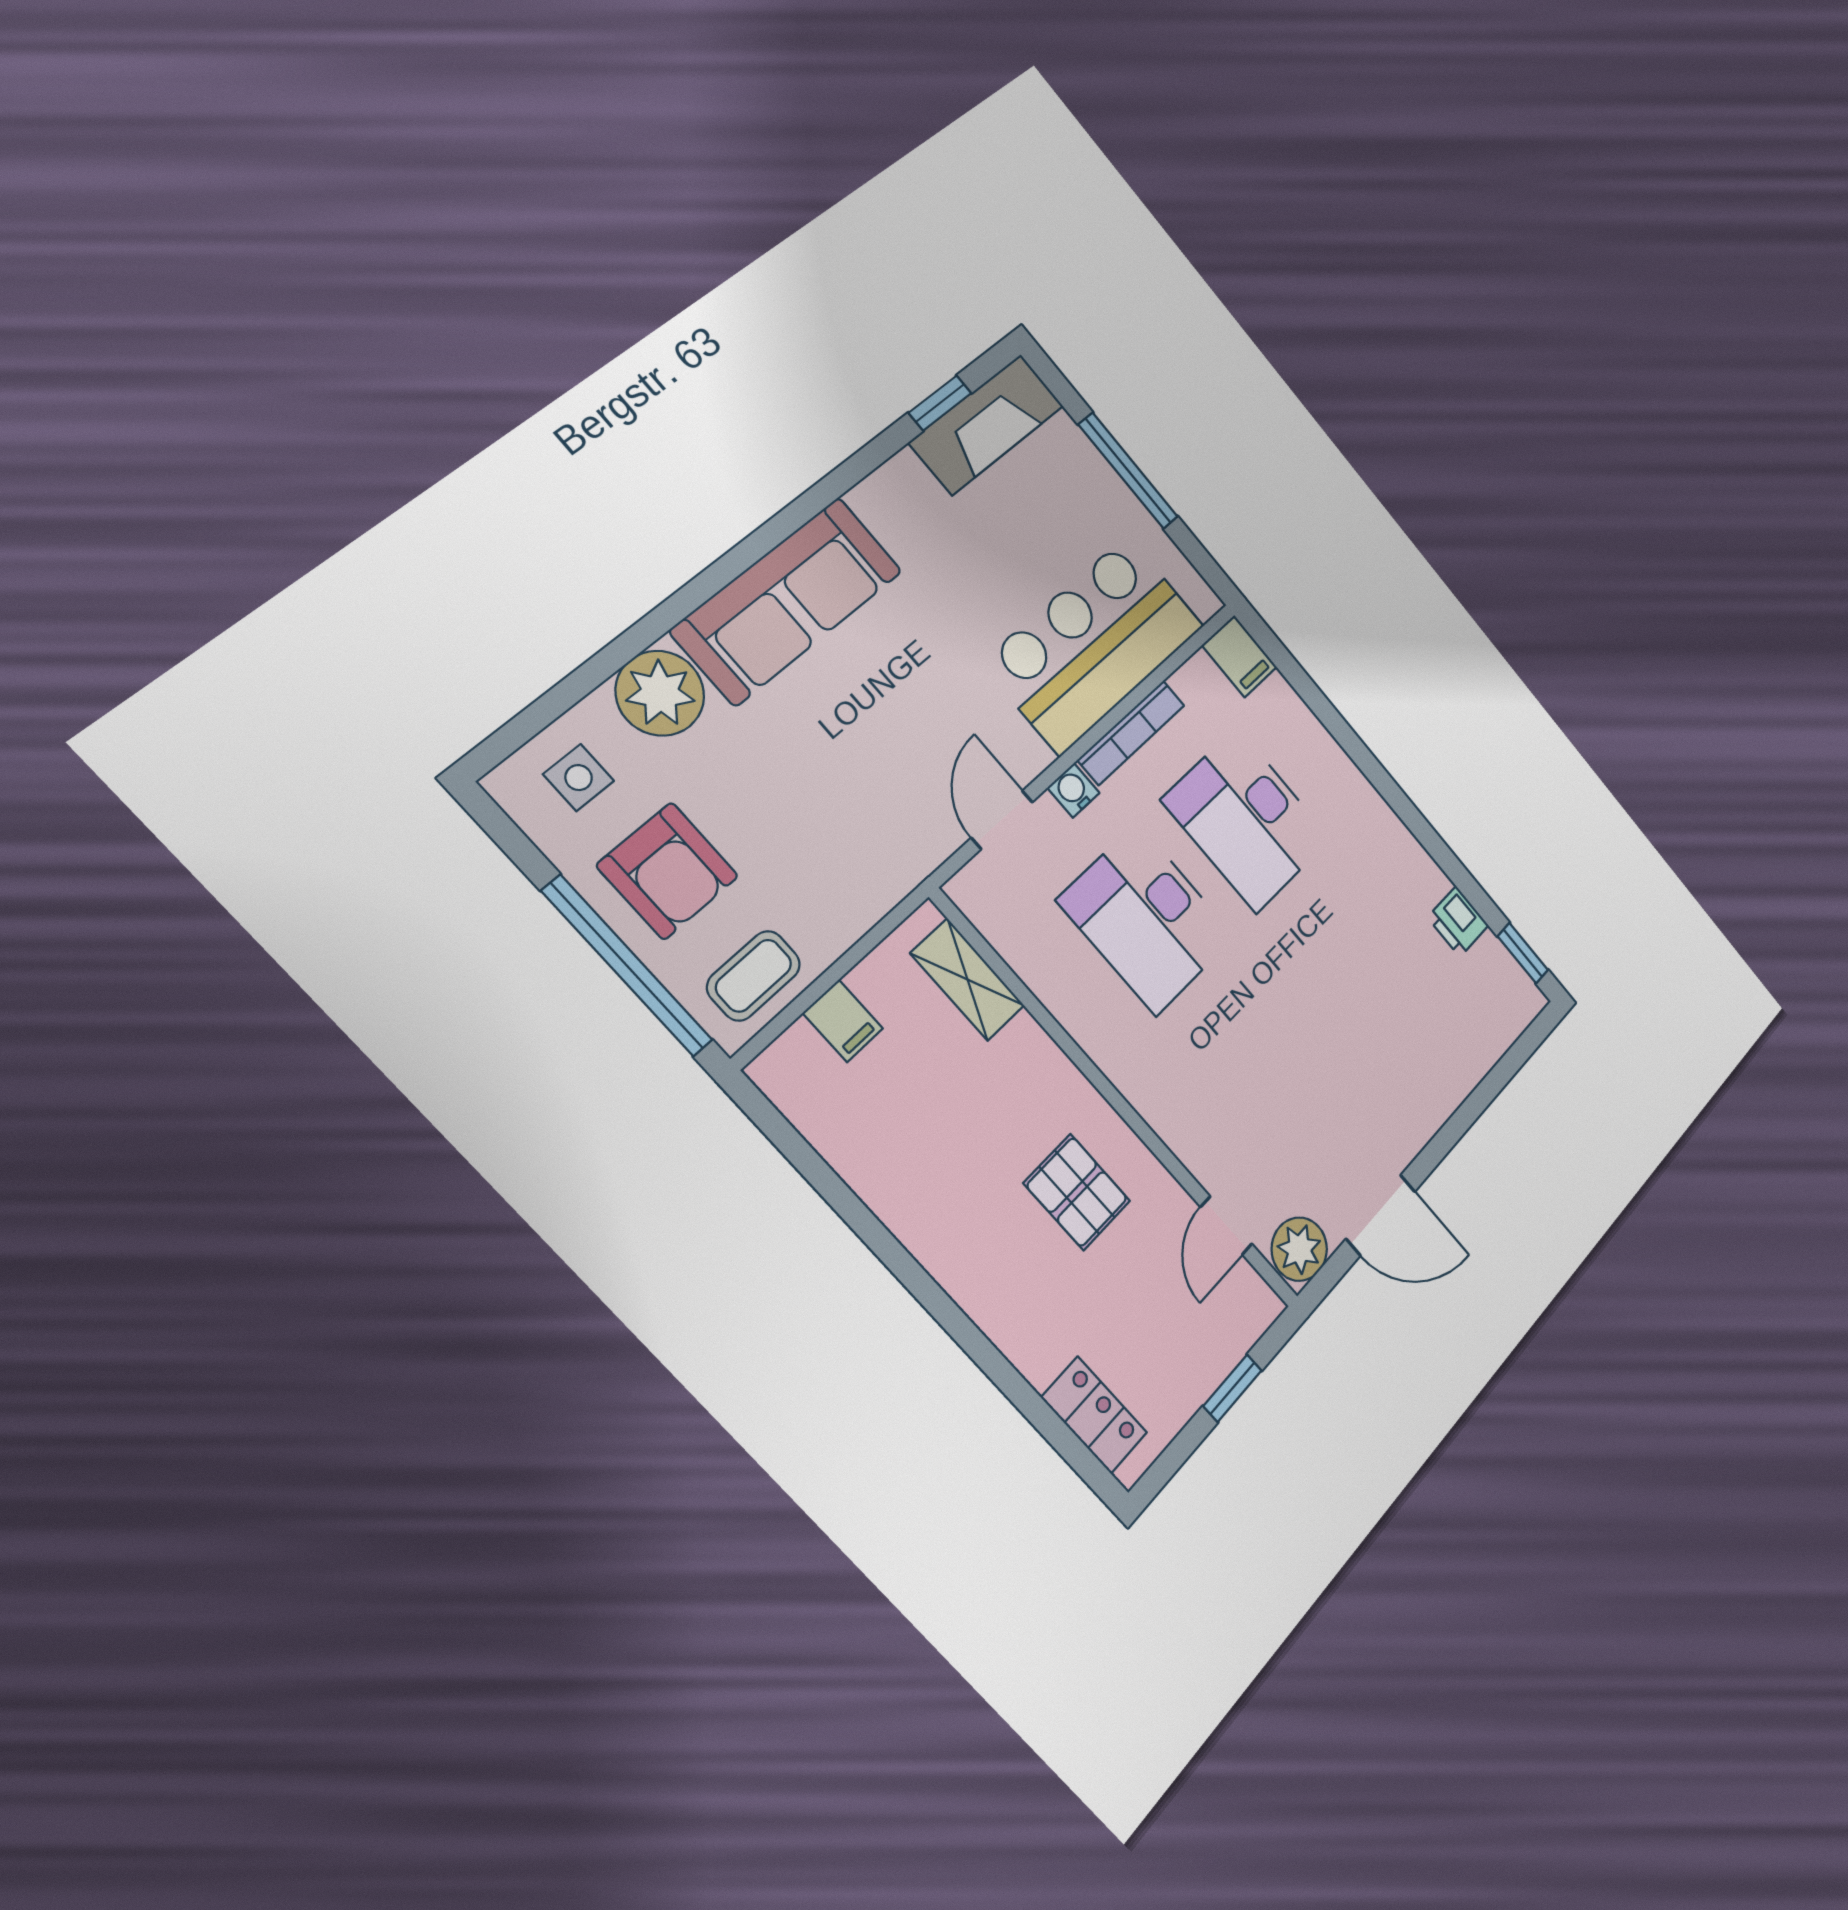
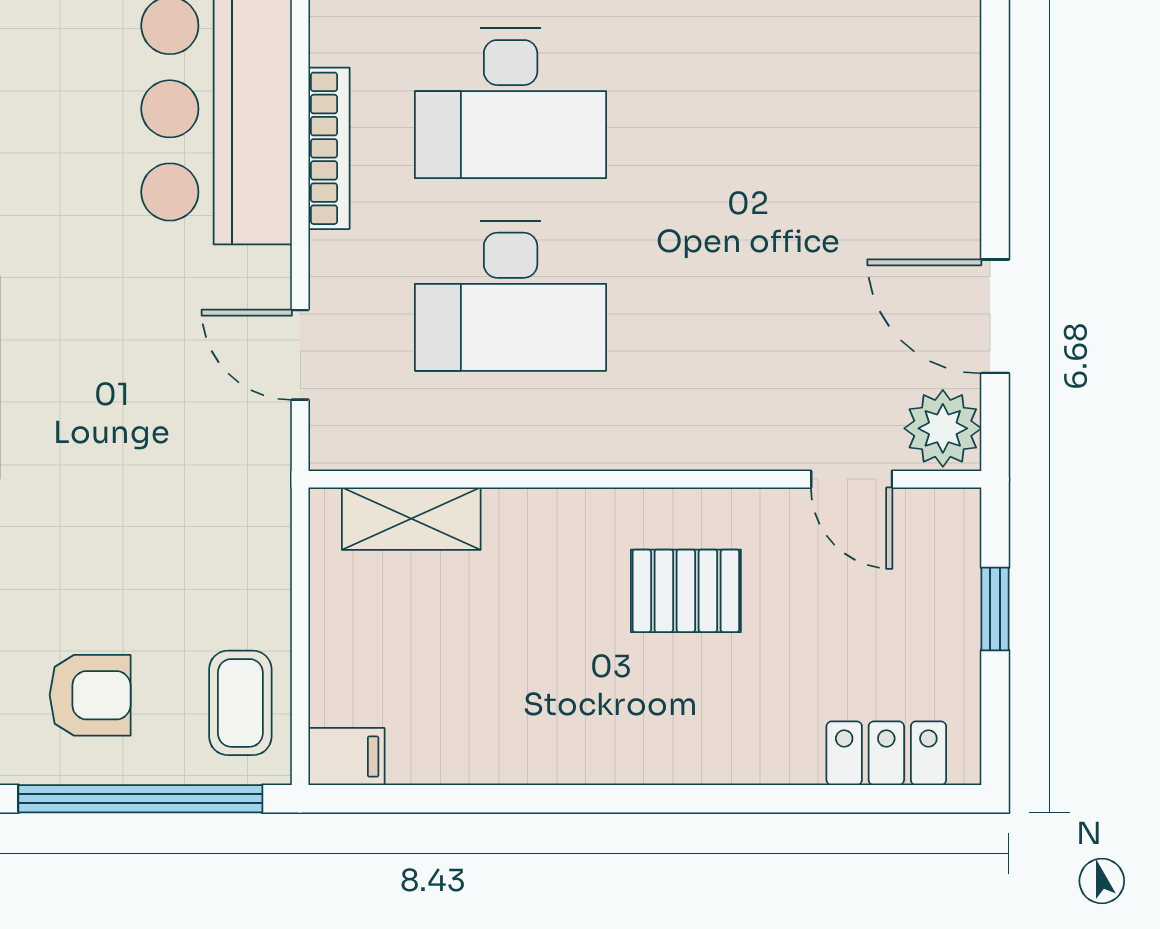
water cooler: (1073, 790) -> (333, 259), removed
armchair: (668, 871) -> (90, 695), width x0.72, depth x0.72
filing cabinet: (843, 1021) -> (346, 757), moved
door: (1381, 1215) -> (995, 316), swing flipped

